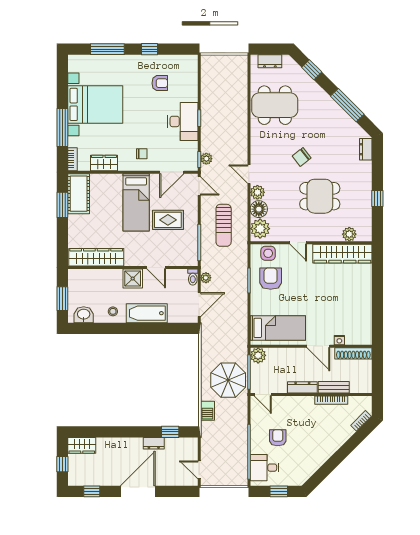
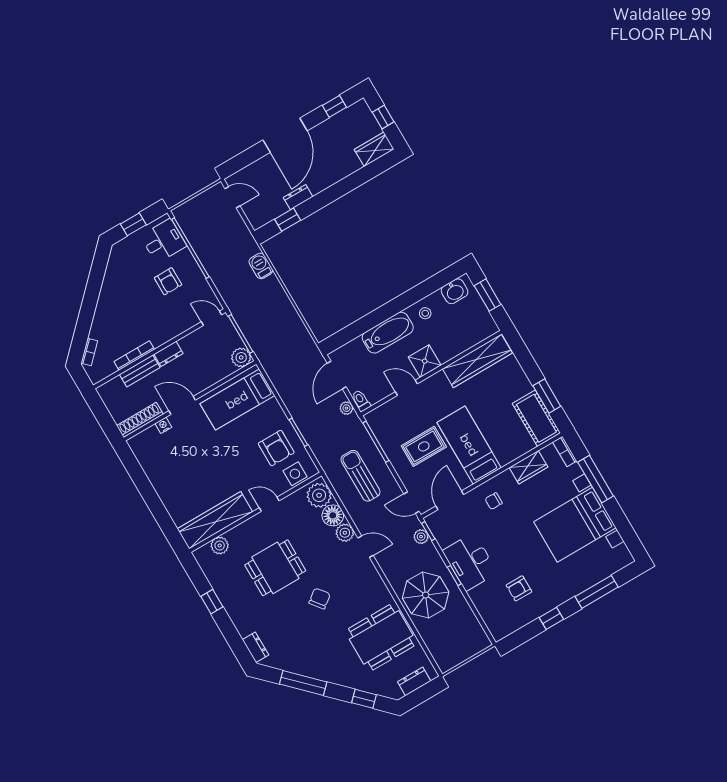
parasol: (228, 380) -> (426, 595), moved
dresser: (302, 387) -> (168, 354), width x0.70

